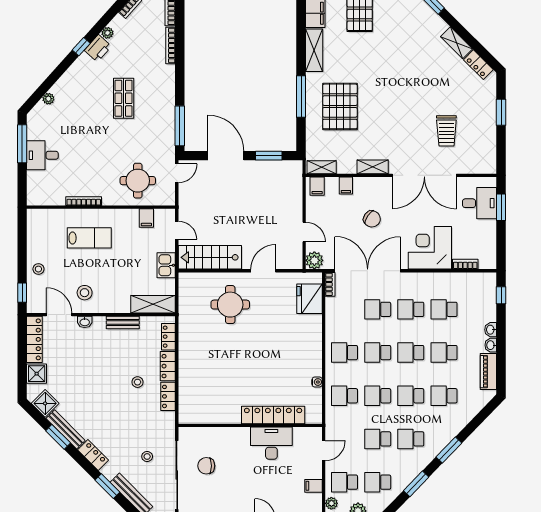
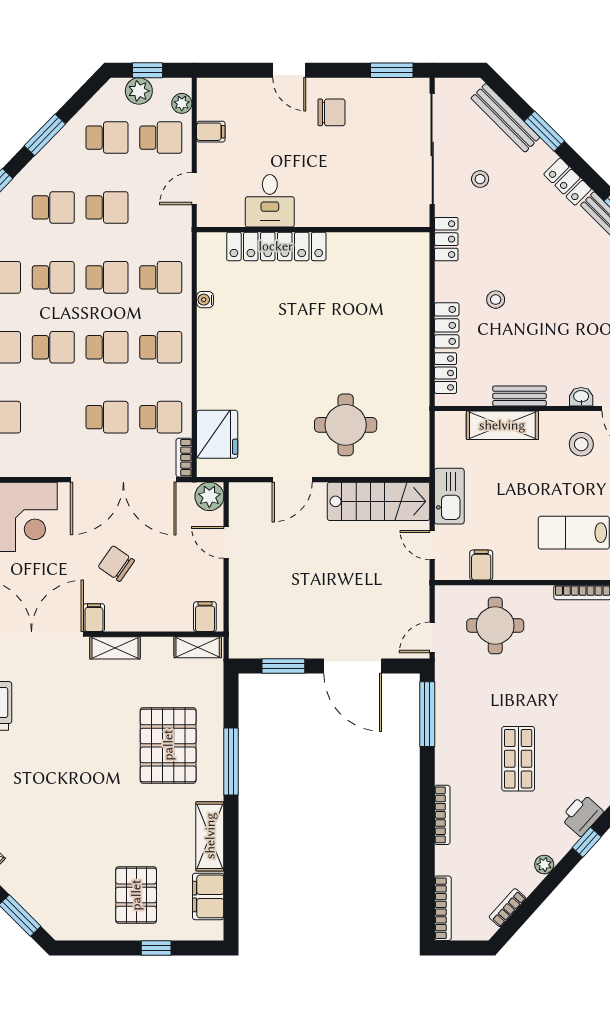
bookcase: (171, 45) -> (442, 815), moved
printer: (98, 48) -> (582, 815), moved
filing cabinet: (346, 186) -> (94, 618), moved
kitchen sink: (166, 265) -> (449, 496), width x1.38
shelving: (153, 304) -> (502, 425), moved
school desk: (411, 309) -> (161, 417), moved
locker: (168, 396) -> (446, 239), moved
desk: (271, 443) -> (270, 201), width x0.73
chair: (206, 466) -> (332, 112), moved

